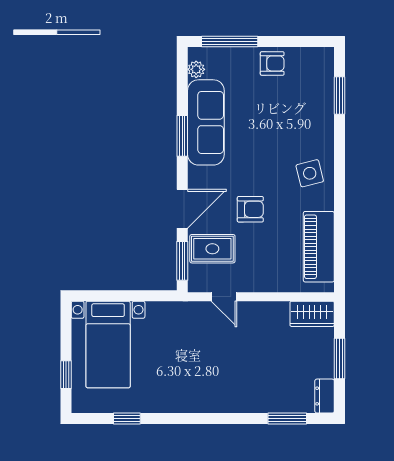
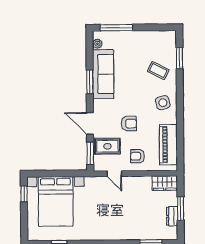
armchair: (272, 63) -> (138, 156), moved, turned 180
coffee table: (302, 117) -> (158, 71), added
door: (182, 209) -> (90, 123), swing flipped
bed with nightstands: (108, 344) -> (56, 201), width x1.36
window: (66, 375) -> (24, 194), moved
dresser: (325, 396) -> (172, 216), moved

